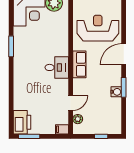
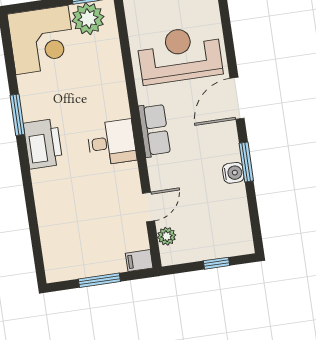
printer: (22, 122) -> (43, 144), moved
window: (29, 136) -> (99, 280), moved

